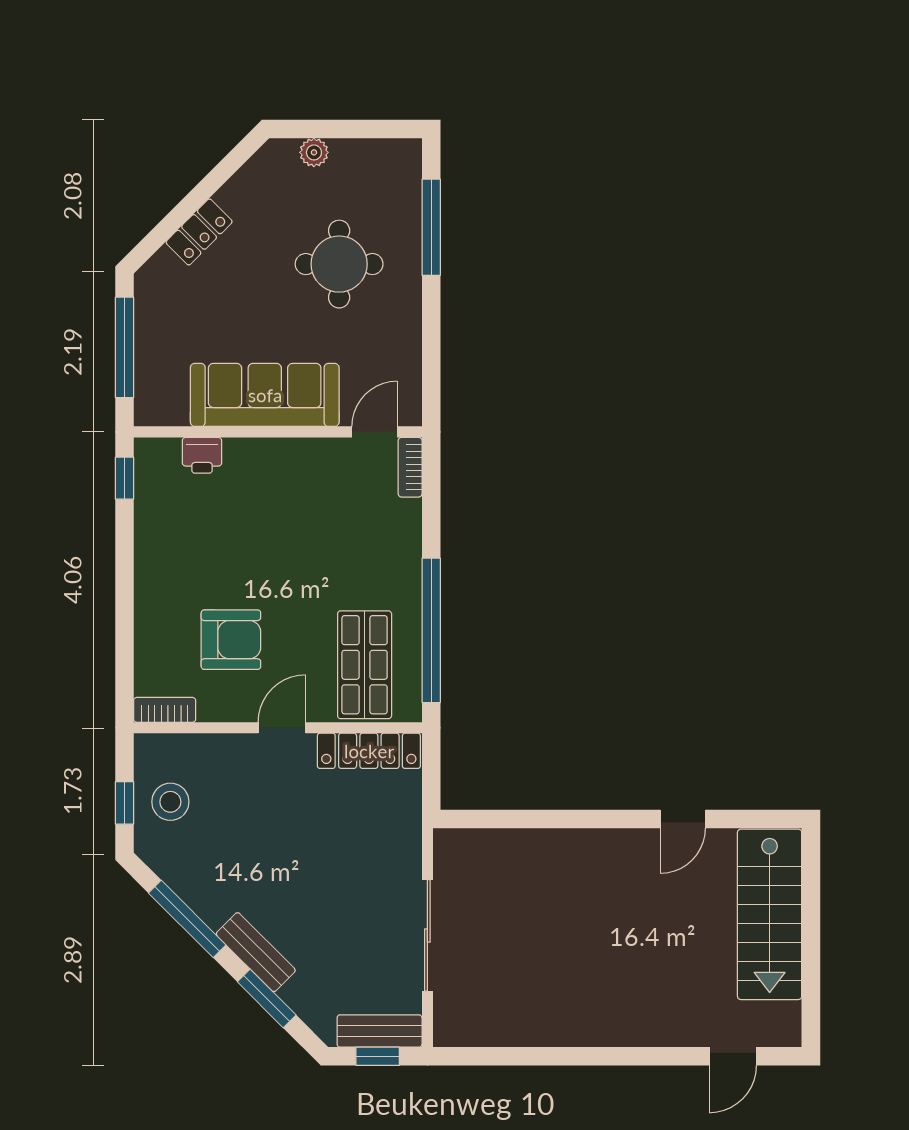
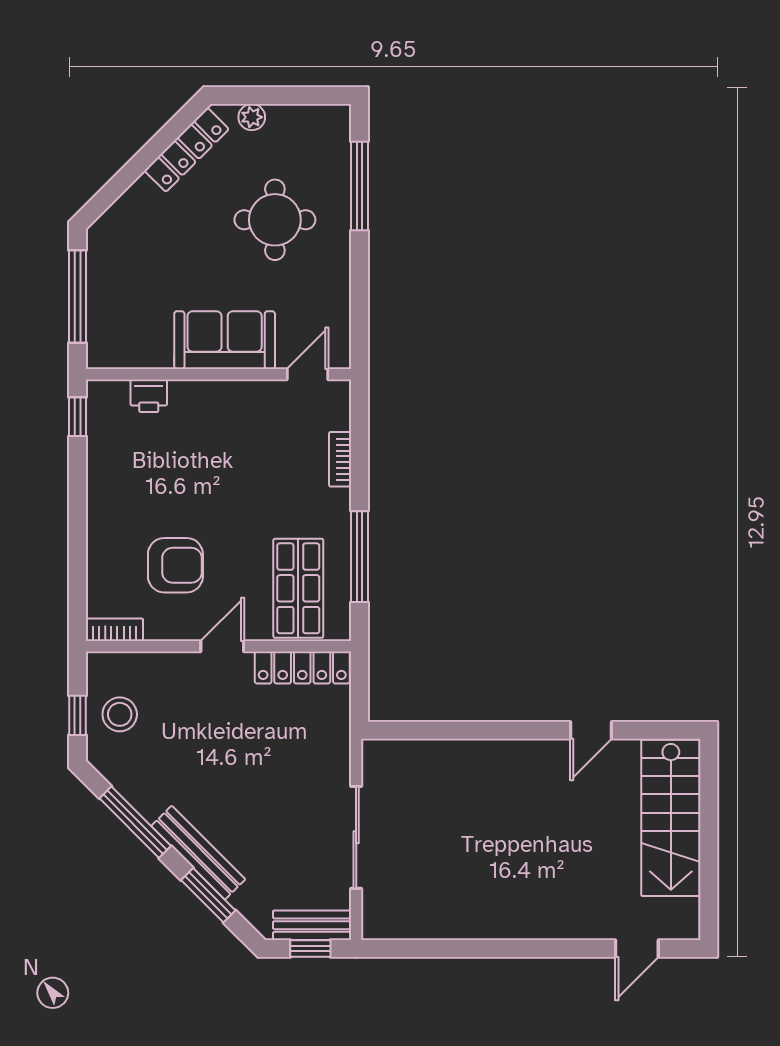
locker: (199, 232) -> (187, 150), moved, width x1.53
sofa: (265, 395) -> (225, 340), width x0.73
bookcase: (410, 467) -> (340, 459), moved
window: (431, 630) -> (360, 557), width x0.68
bench: (256, 952) -> (198, 853), width x1.36

